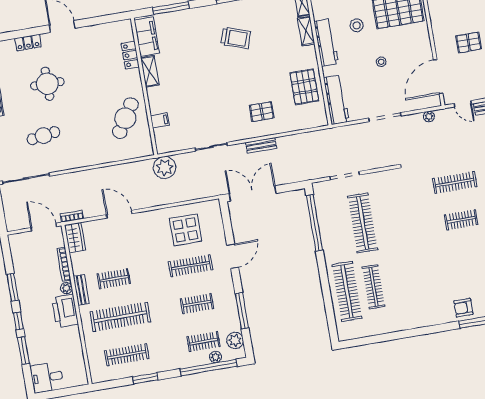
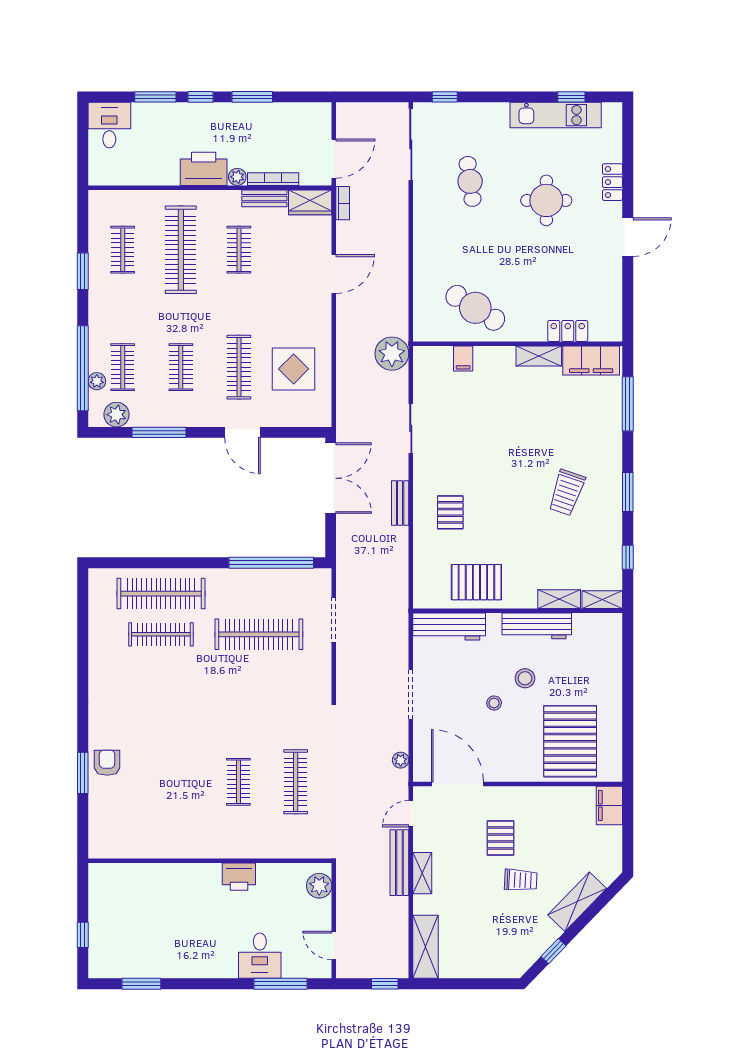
stool: (357, 25) -> (525, 678), moved
bench: (81, 290) -> (264, 198), moved
clothes rail: (127, 355) -> (123, 250), width x0.73

